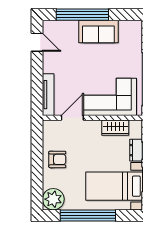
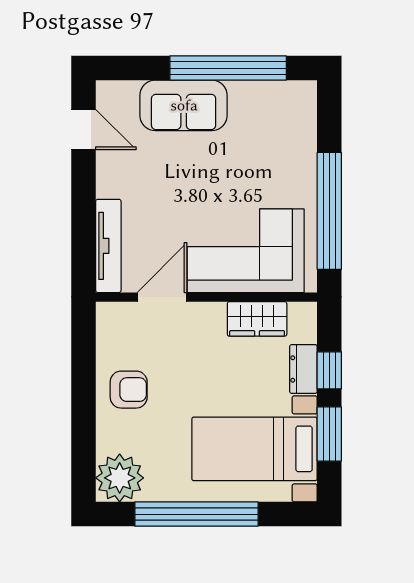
window: (82, 15) -> (228, 68), moved
sofa: (98, 31) -> (184, 105), moved

